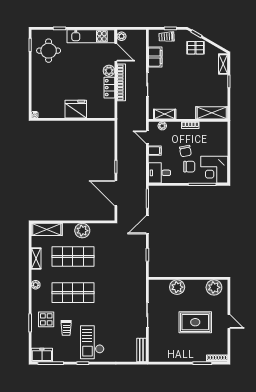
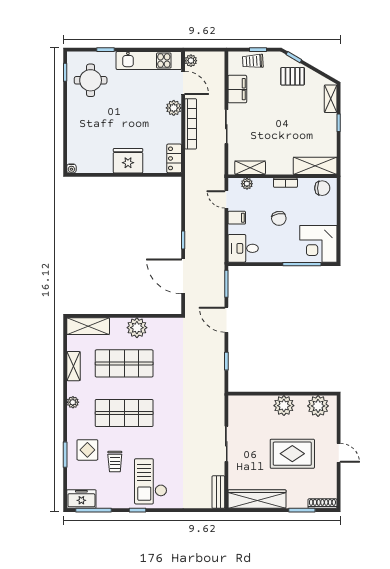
locker: (109, 88) -> (174, 158), moved
chair: (189, 167) -> (322, 188), moved
door: (147, 225) -> (226, 320), hinge flipped
plant: (177, 287) -> (284, 406), moved
wardrobe: (170, 355) -> (257, 499), added

